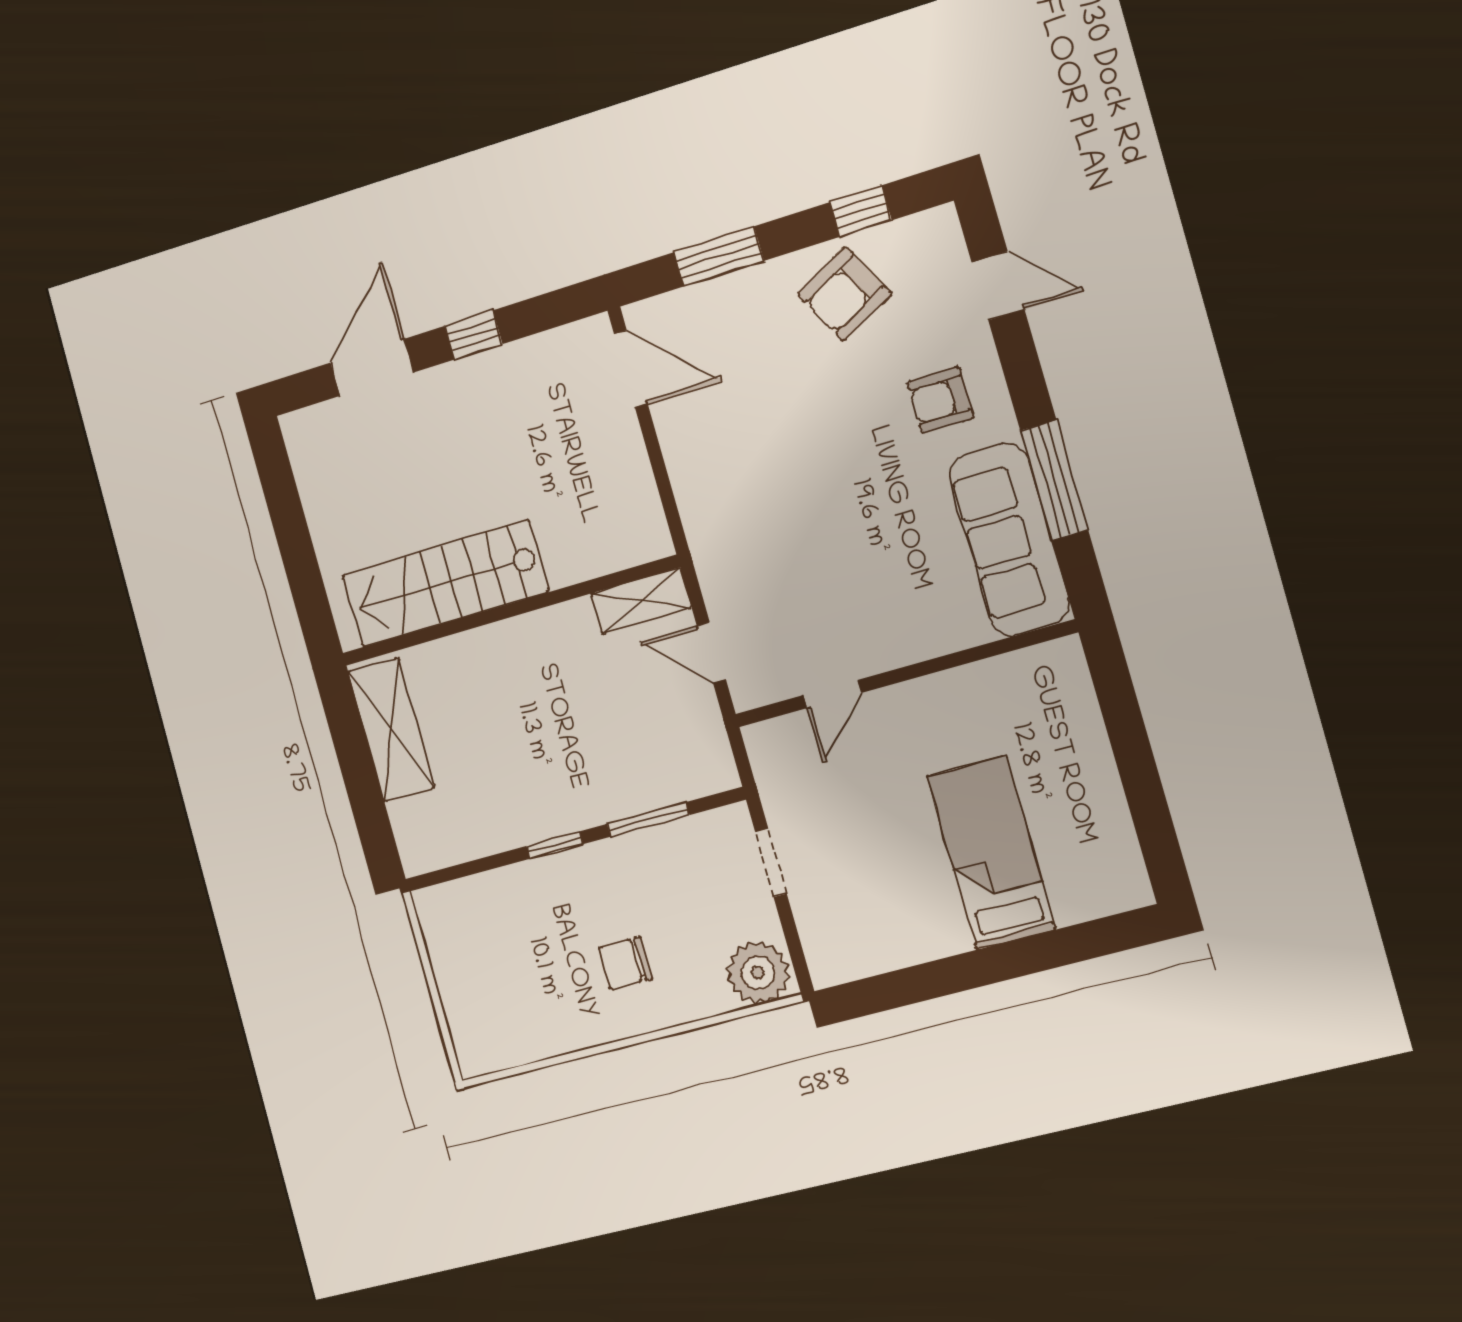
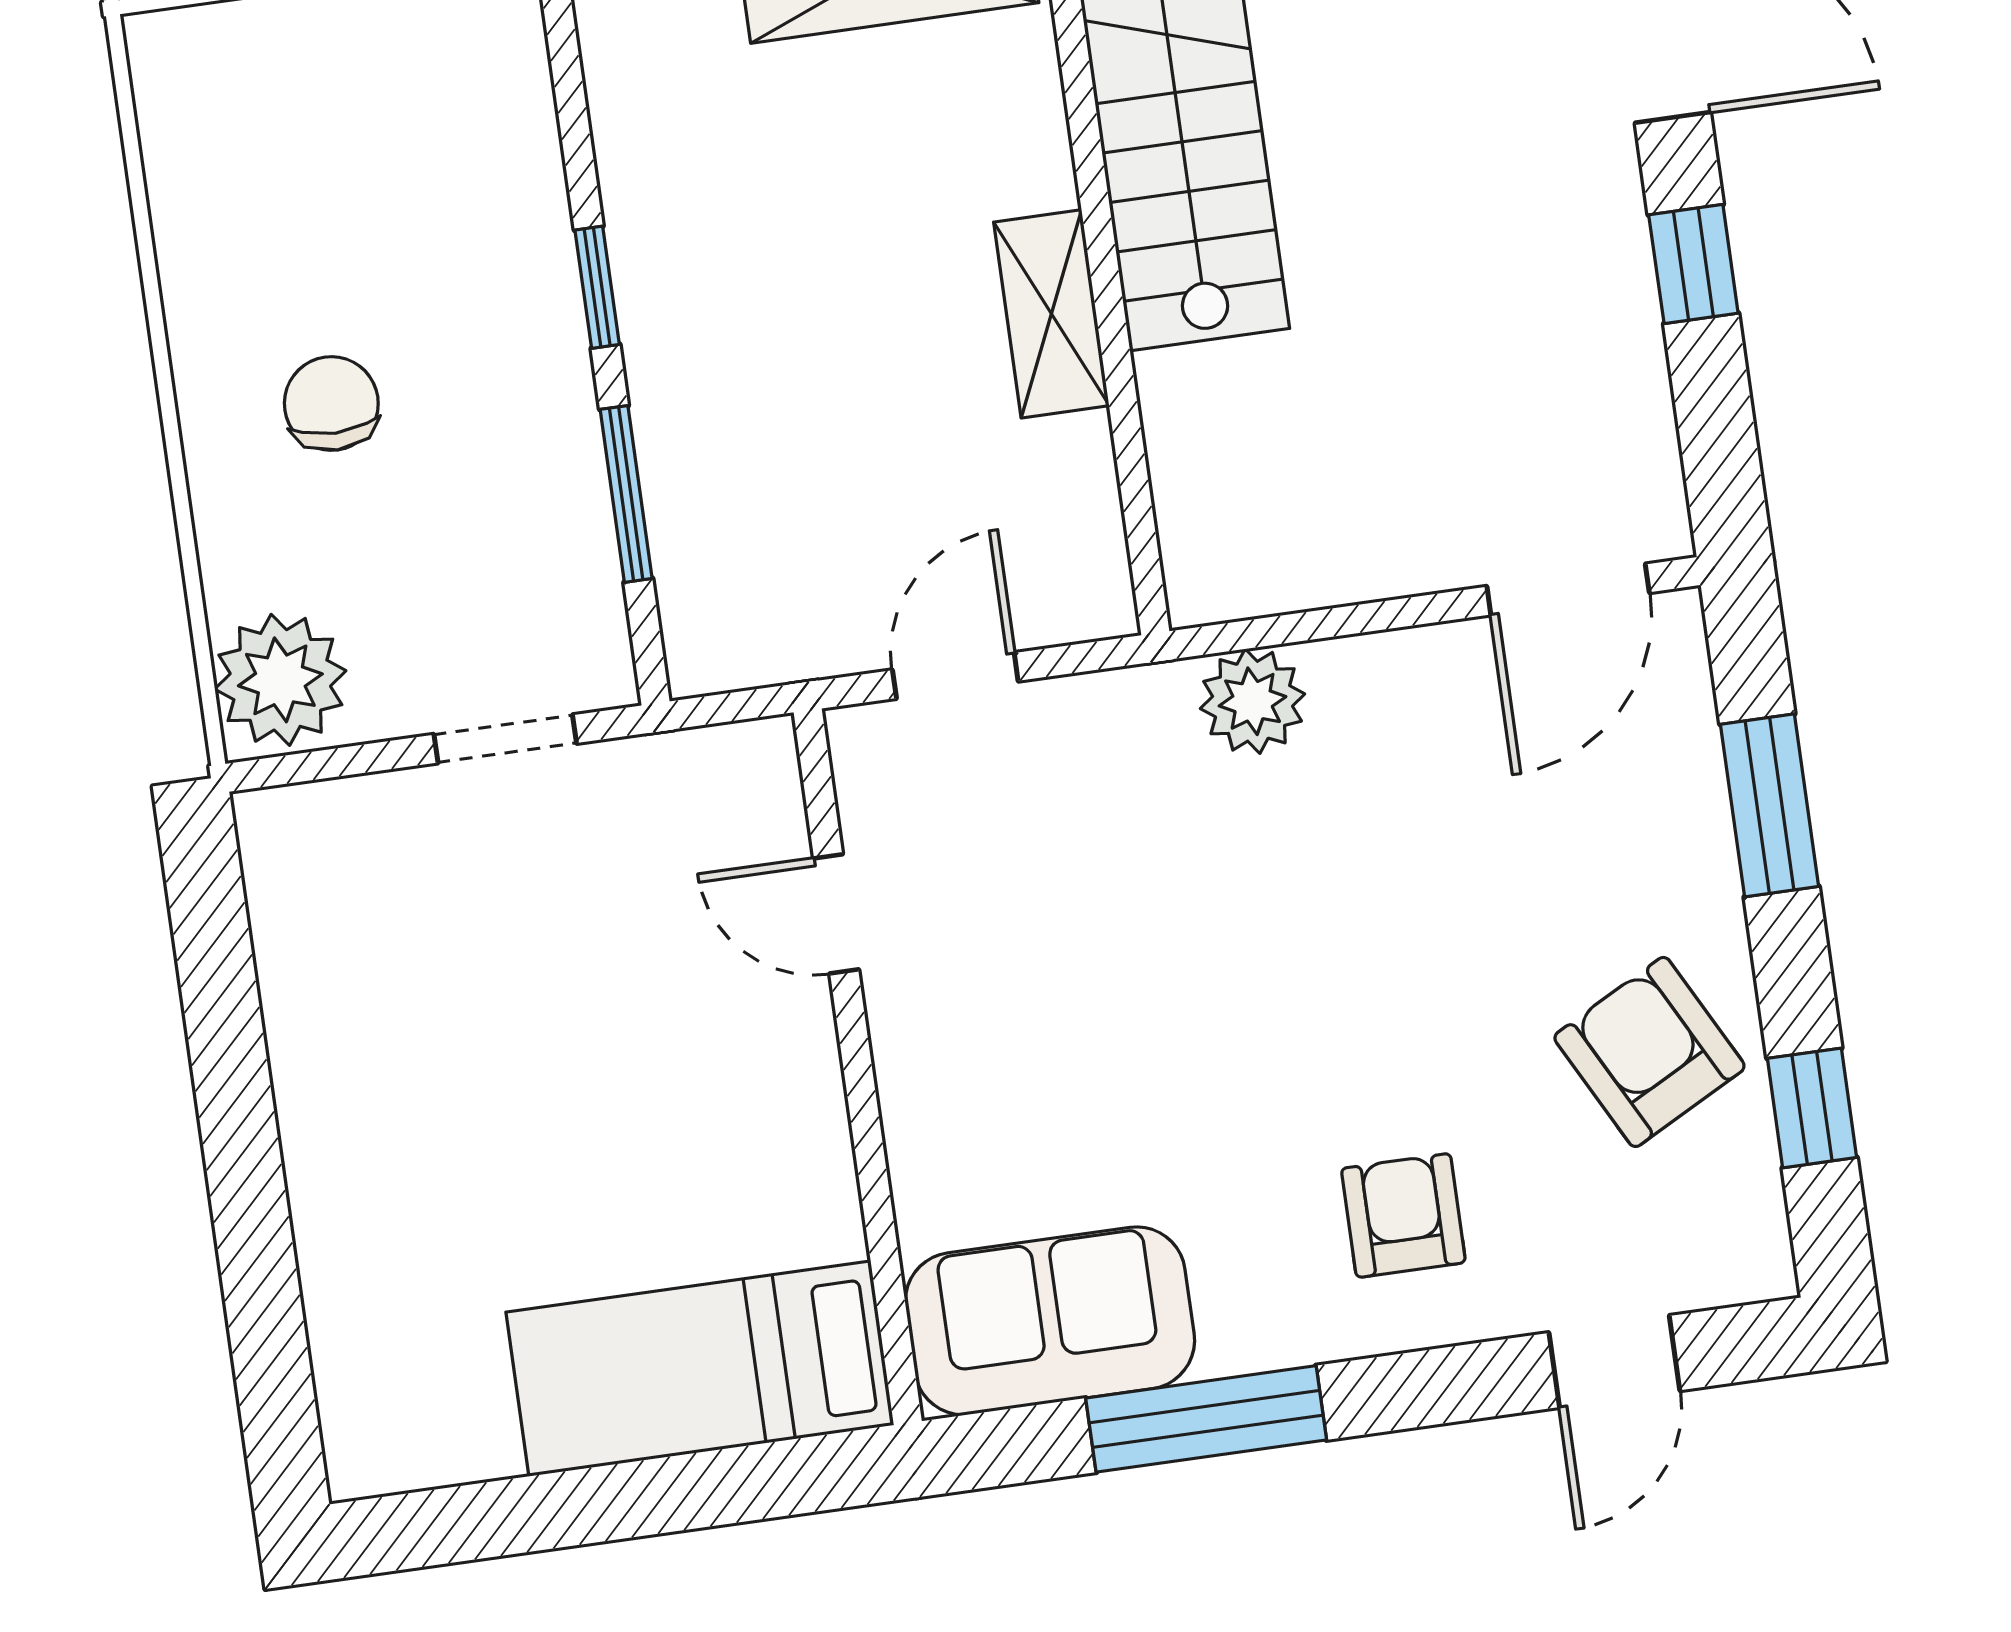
plant: (704, 510) -> (1253, 701), added
sofa: (1009, 540) -> (1050, 1321), width x0.73
shelving: (641, 601) -> (1051, 314), moved
bed: (991, 853) -> (700, 1369), moved, turned 180

